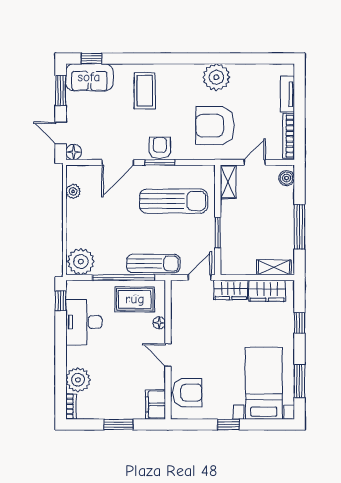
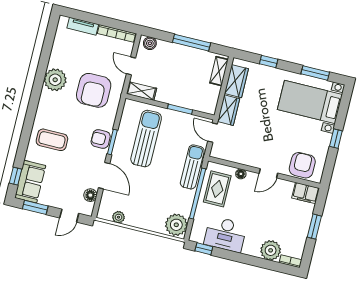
floor lamp: (74, 152) -> (90, 195), moved

